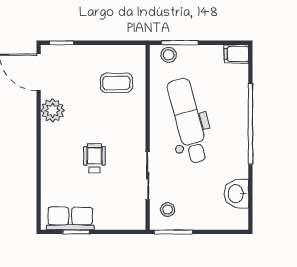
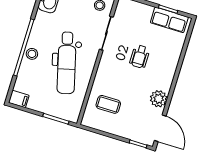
stool: (169, 55) -> (32, 54), moved

